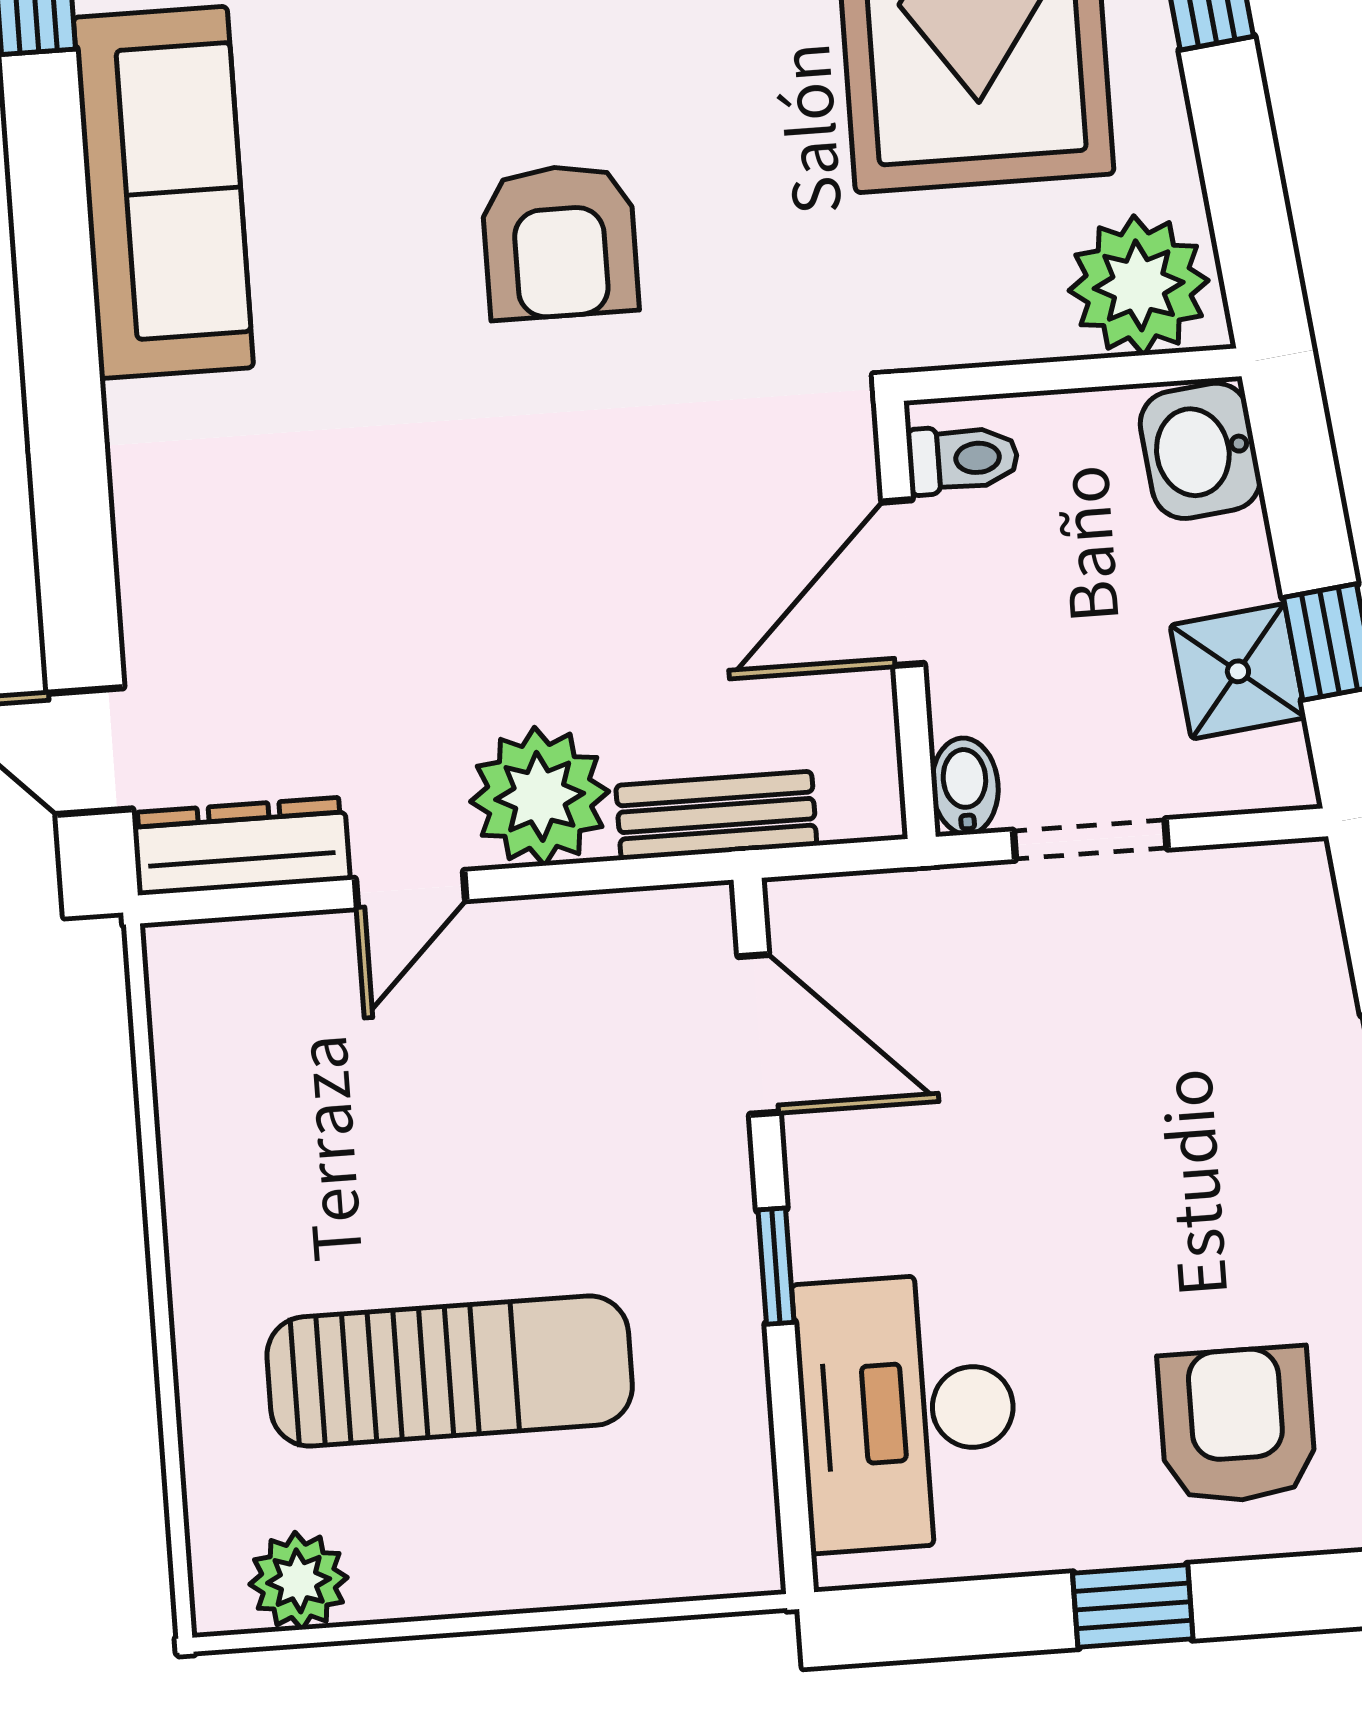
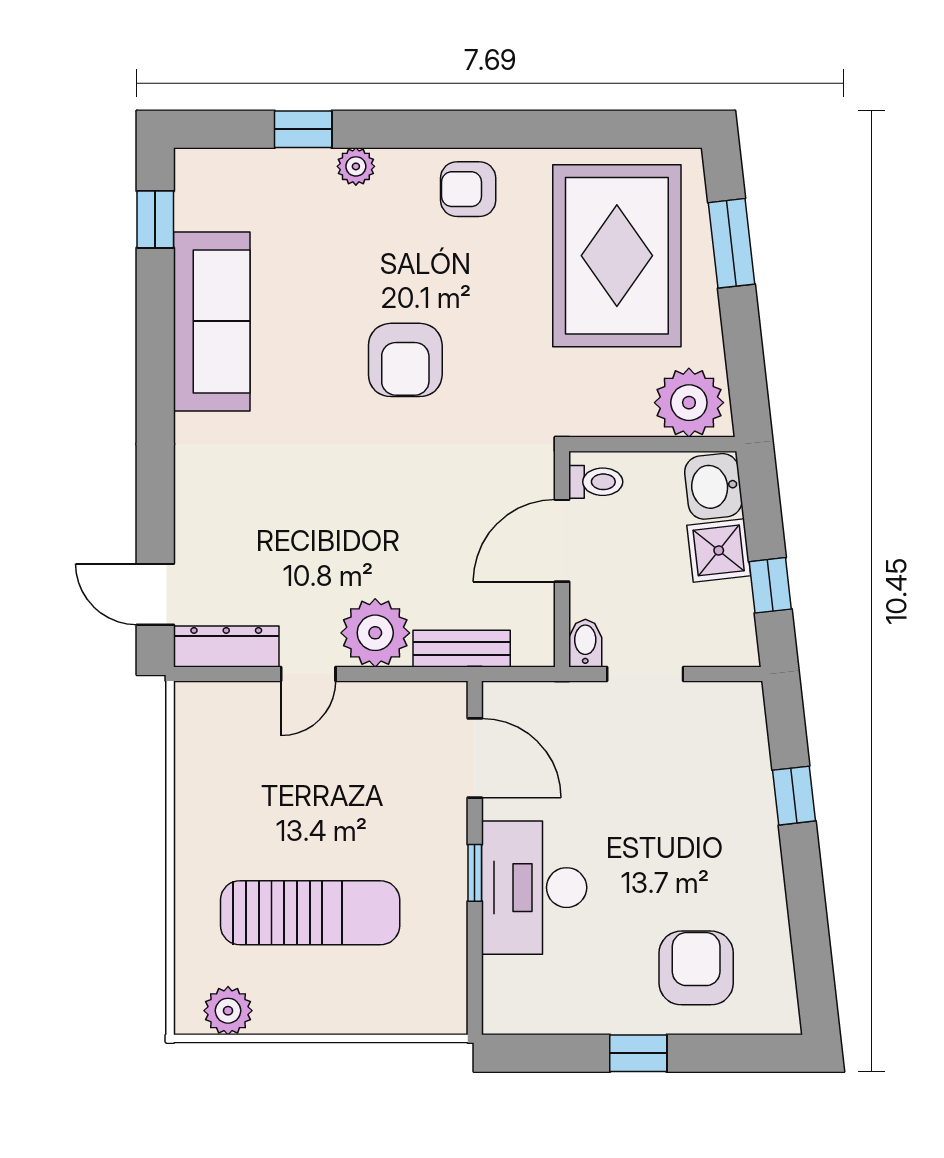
shower: (1238, 671) -> (719, 550), moved
desk: (907, 1412) -> (534, 888), moved

